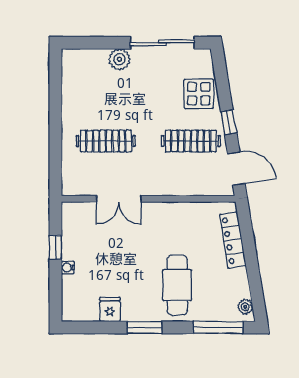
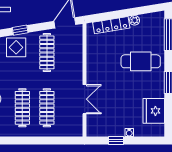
clothes rail: (106, 103) -> (22, 108), added
window: (229, 122) -> (20, 30), moved
plant: (245, 307) -> (135, 20), moved
fridge: (110, 309) -> (154, 111), width x1.88, depth x1.34

